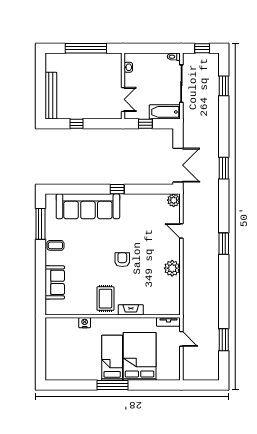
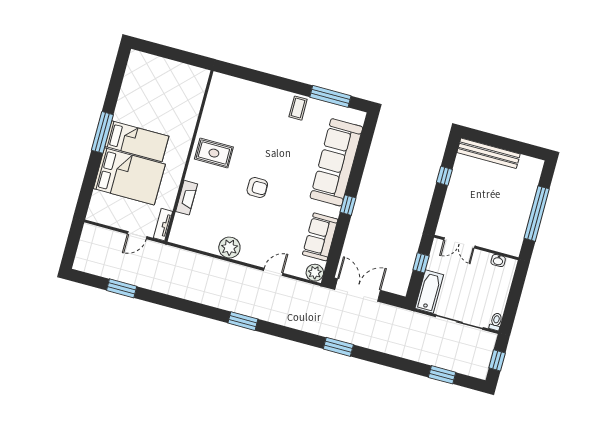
double door: (178, 165) -> (358, 290), swing flipped
sofa: (55, 282) -> (320, 237), moved, turned 90
fireplace: (131, 310) -> (187, 198), moved
nightstand: (85, 323) -> (191, 118), removed

